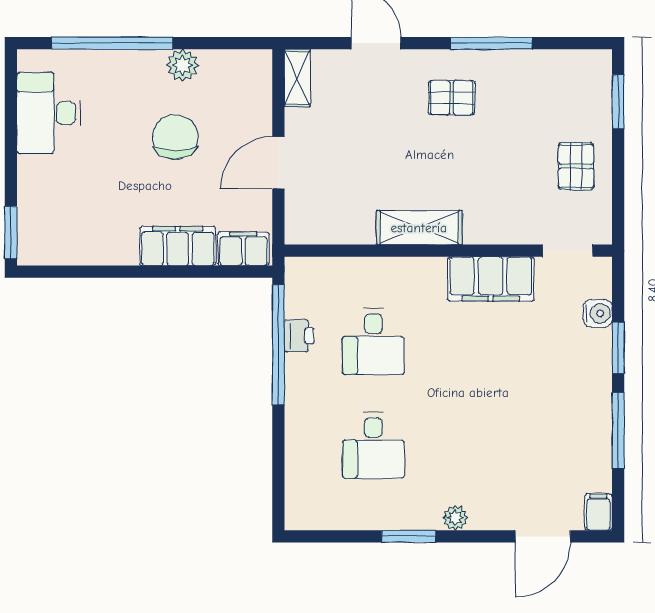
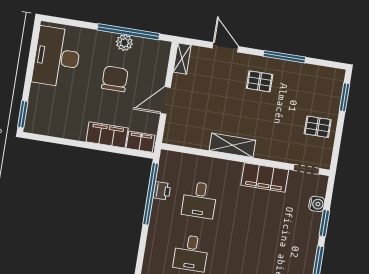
window: (112, 43) -> (128, 32), moved
desk: (49, 113) -> (57, 57), width x1.36, depth x1.30
pallet: (576, 166) -> (318, 127), turned 90

